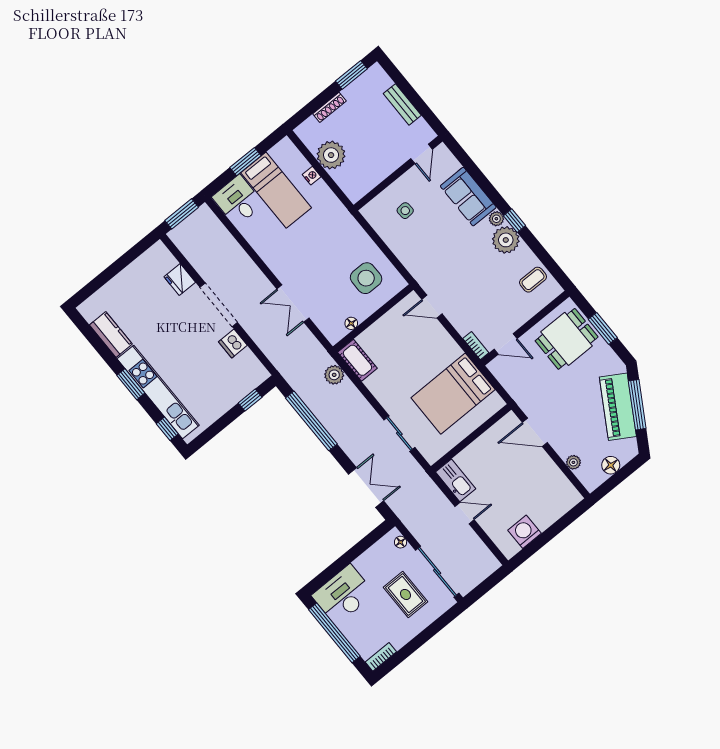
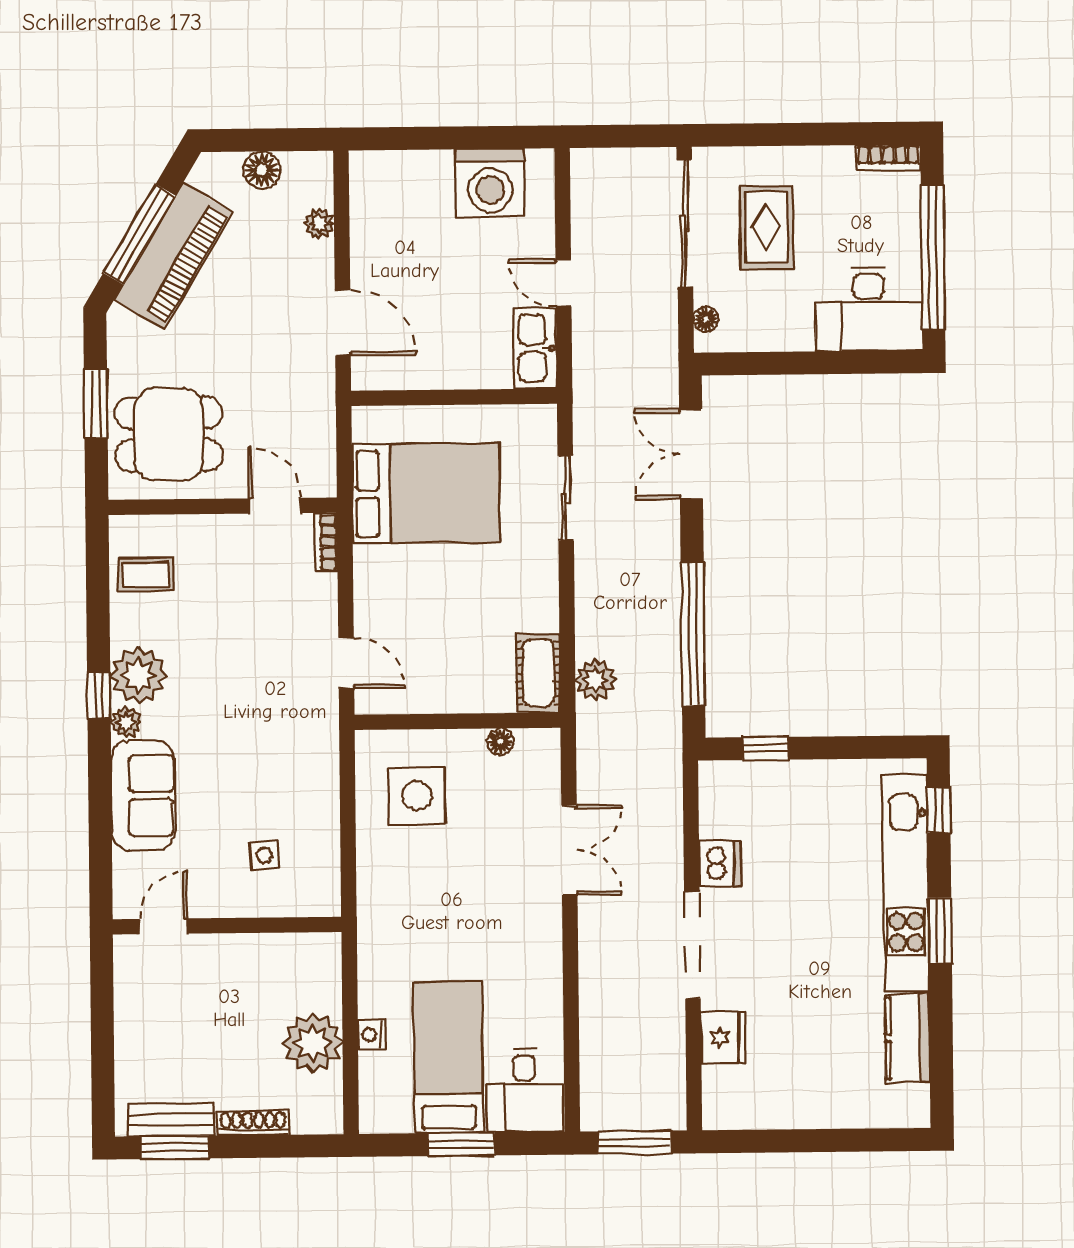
bench: (402, 104) -> (171, 1119), moved, turned 90
washing machine: (525, 532) -> (490, 183), width x1.37, depth x1.37

